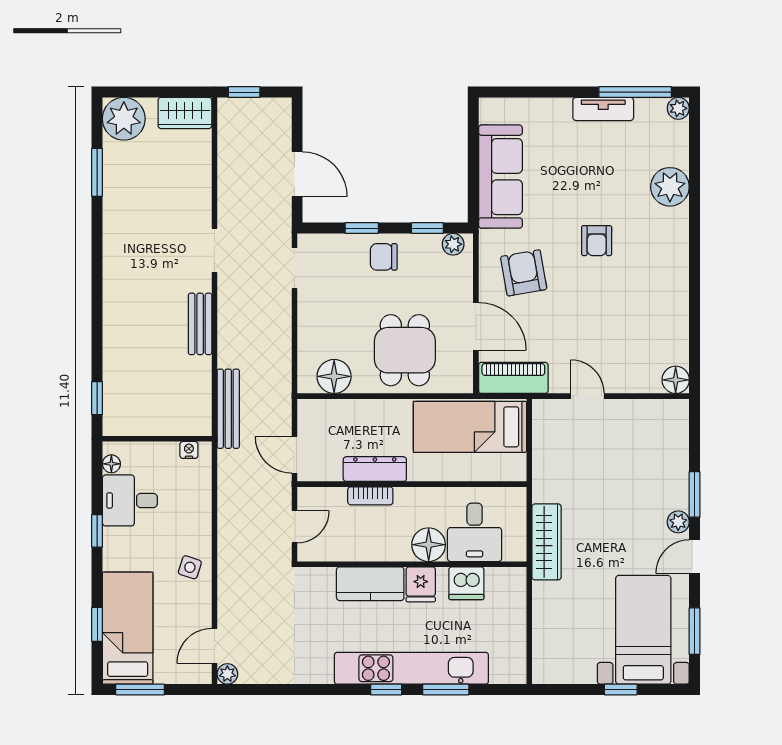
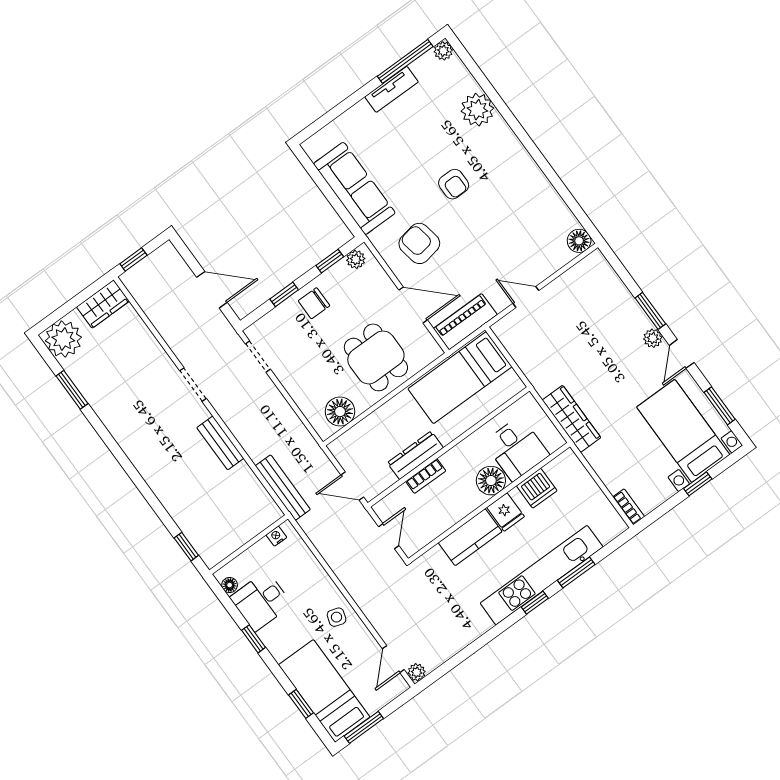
bookcase: (540, 664) -> (629, 507), added

